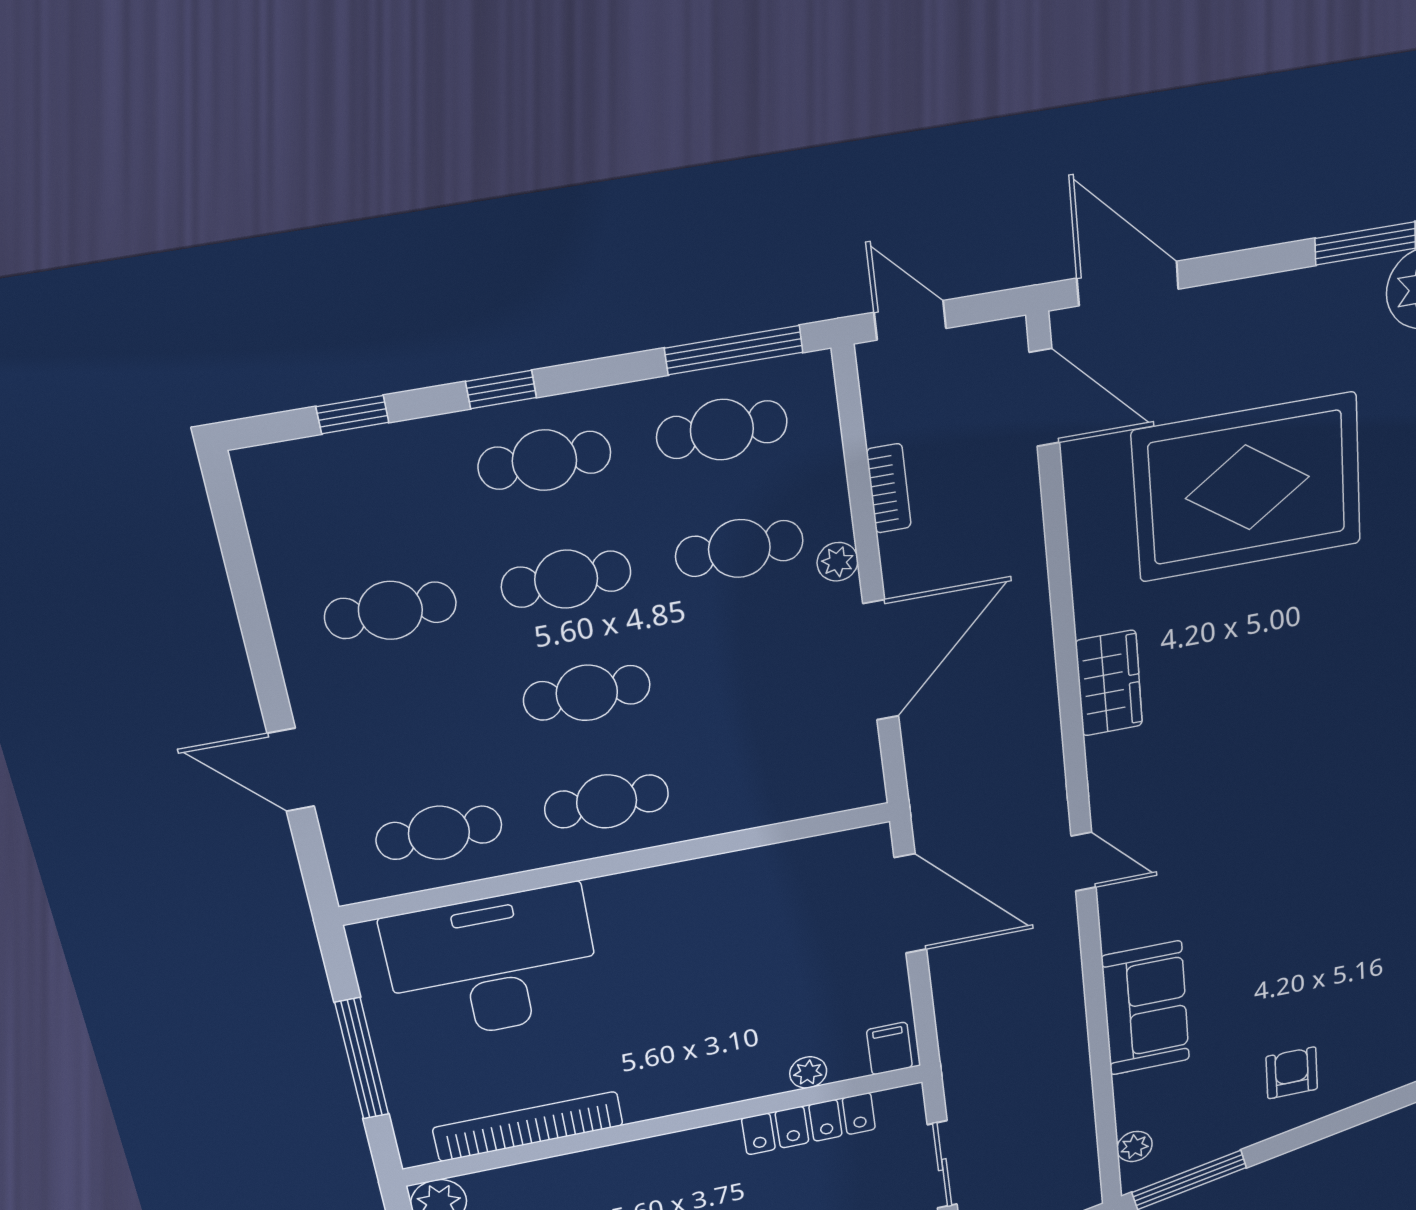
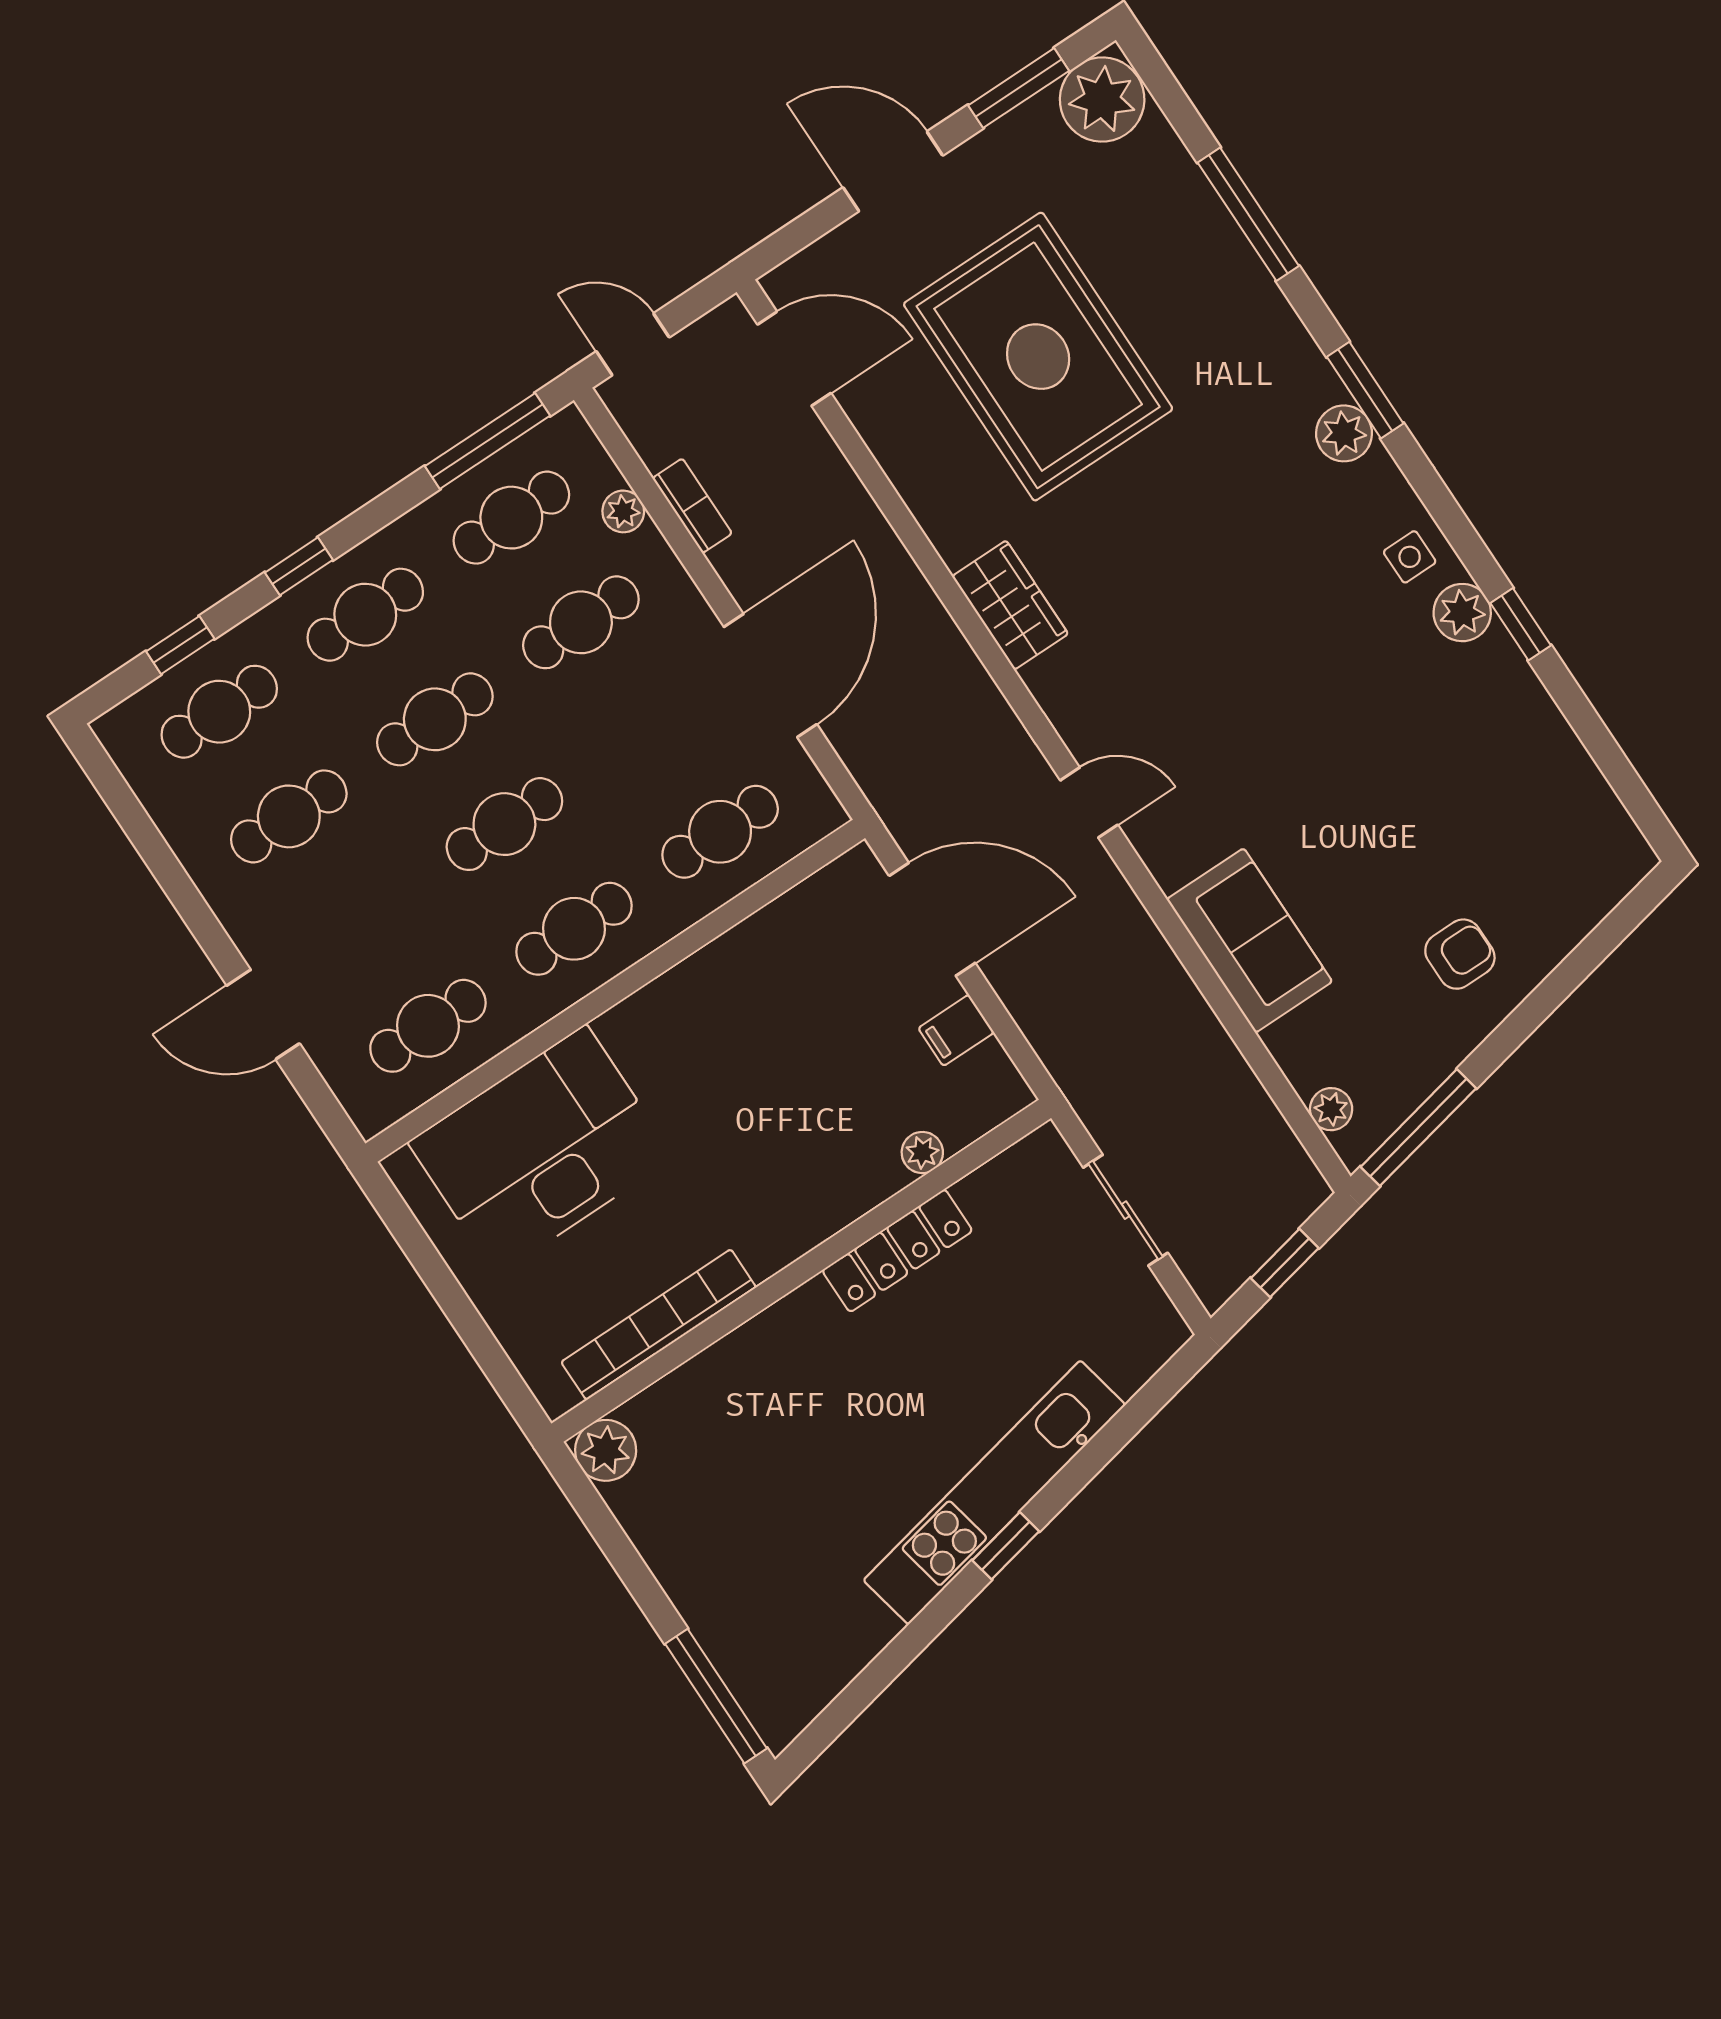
door: (1128, 284) -> (893, 171), moved
rug: (1247, 488) -> (1038, 357), turned 90
cafe table: (364, 491) -> (219, 712), added
plant: (838, 562) -> (623, 511), moved
cafe table: (772, 771) -> (720, 832), added
filing cabinet: (890, 1048) -> (956, 1030), moved, turned -90
window: (362, 1059) -> (457, 1306), removed
armchair: (1292, 1073) -> (1460, 954), turned 90
locker: (809, 1124) -> (897, 1251), moved

